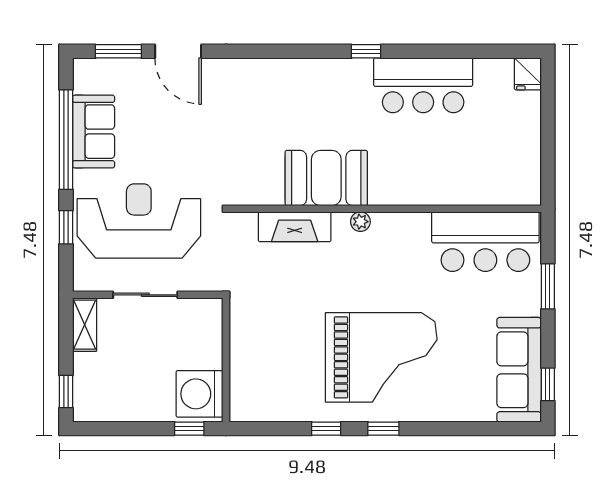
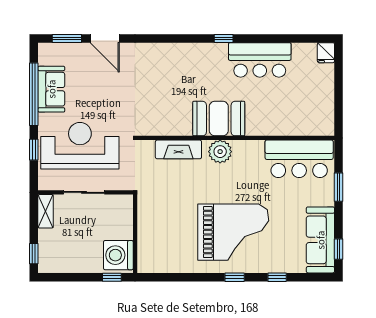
booth: (326, 178) -> (219, 119), moved
plant: (360, 222) -> (220, 152), width x1.88, depth x1.88
window: (326, 429) -> (277, 277), moved

